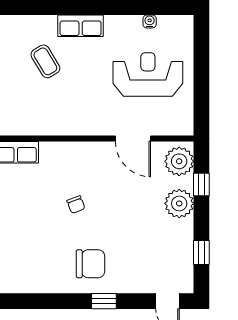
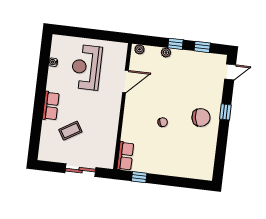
plant: (179, 161) -> (139, 49), width x0.53, depth x0.53
window: (201, 184) -> (175, 44), moved
plant: (179, 203) -> (166, 53), width x0.53, depth x0.53
chair: (91, 264) -> (201, 117), turned 81

